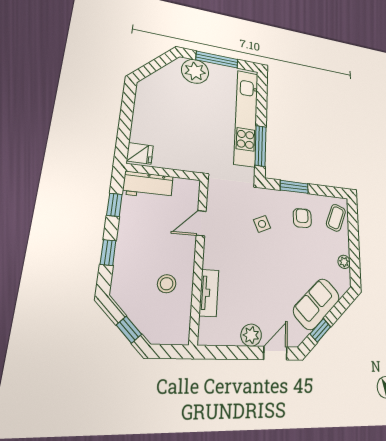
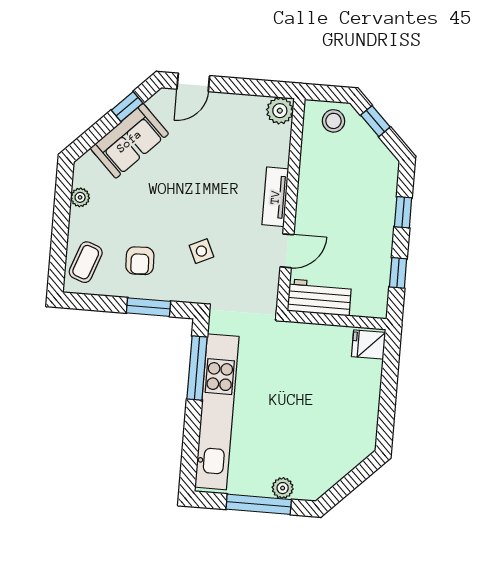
plant: (195, 71) -> (283, 488), width x0.53, depth x0.53
workbench: (148, 185) -> (319, 297), moved
stool: (167, 284) -> (334, 121), moved
tv unit: (209, 293) -> (275, 197), moved
plant: (251, 335) -> (280, 111), moved

